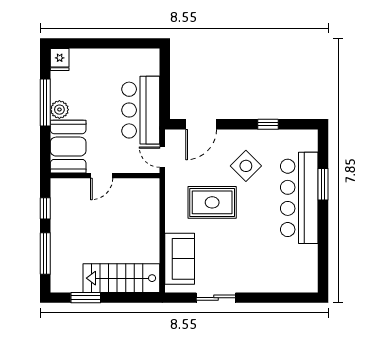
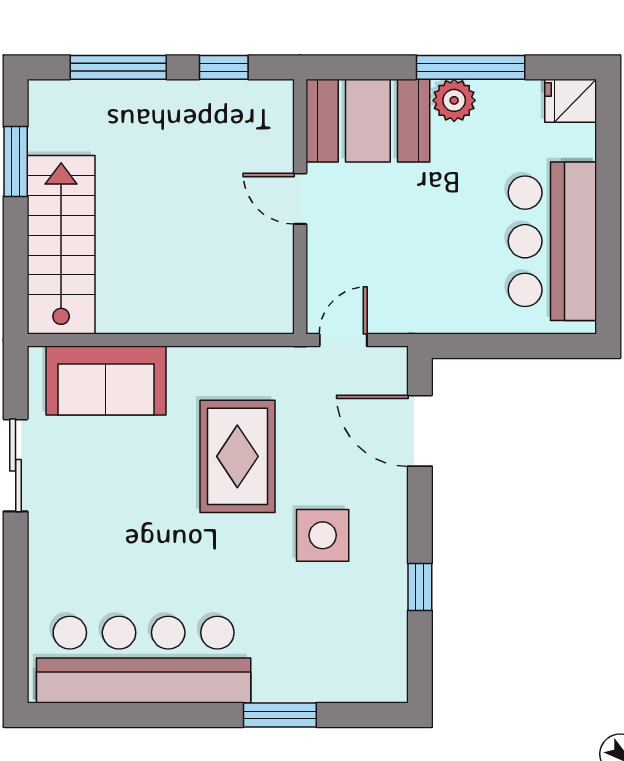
bar counter: (141, 110) -> (552, 241), moved, turned -90
side table: (246, 166) -> (323, 535), turned 45
bar counter: (299, 198) -> (144, 660), moved

